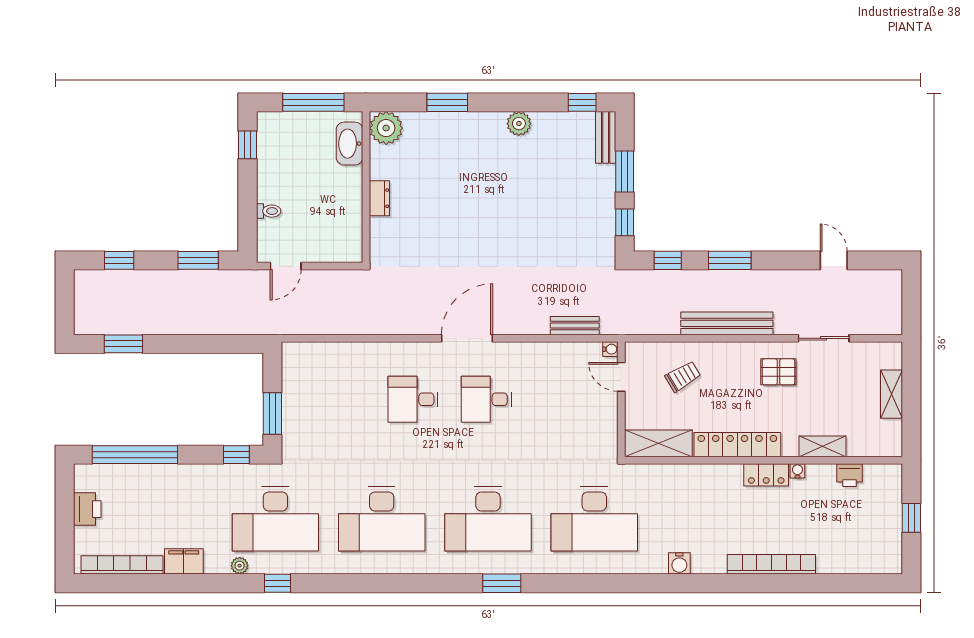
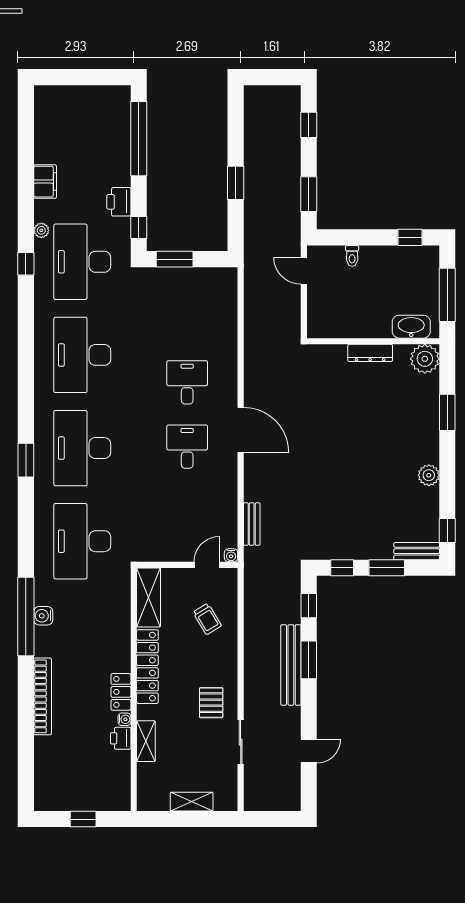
dresser: (379, 198) -> (370, 353), width x1.44
bench: (727, 323) -> (291, 665), moved
window: (123, 344) -> (236, 183), moved
printer: (849, 475) -> (121, 738), moved
printer: (87, 509) -> (119, 202), moved, turned 90
bookcase: (122, 565) -> (42, 127), removed
window: (680, 583) -> (26, 616), added

